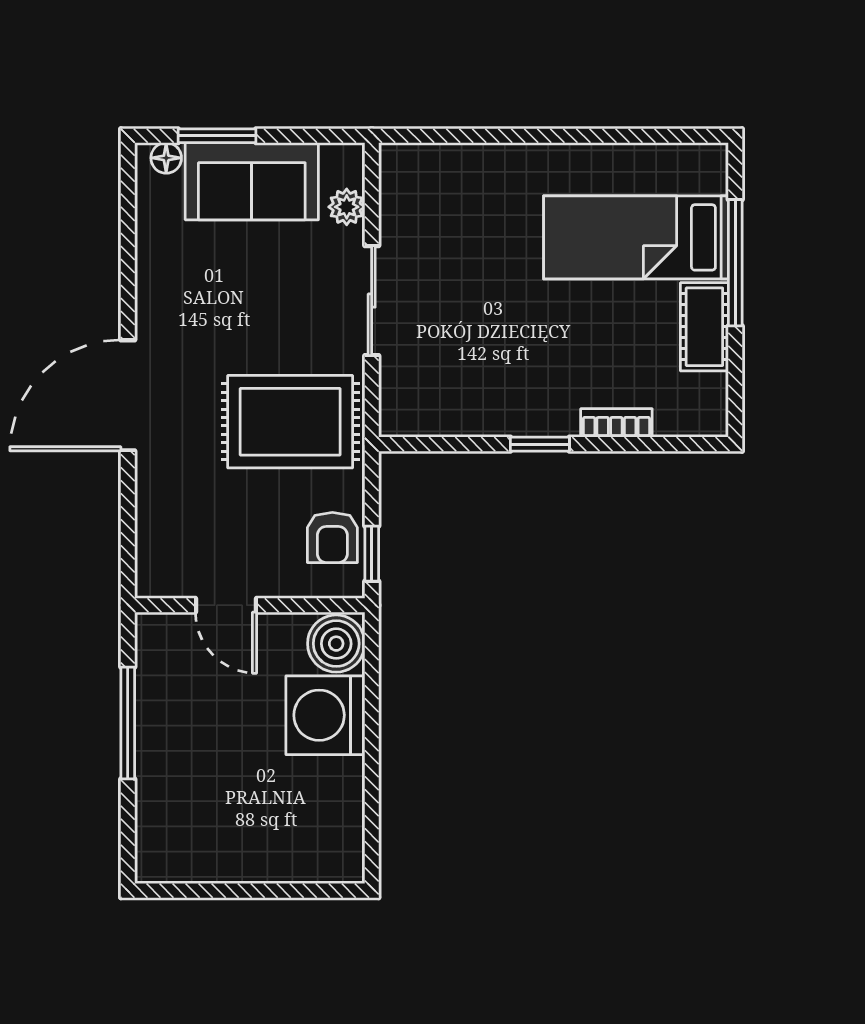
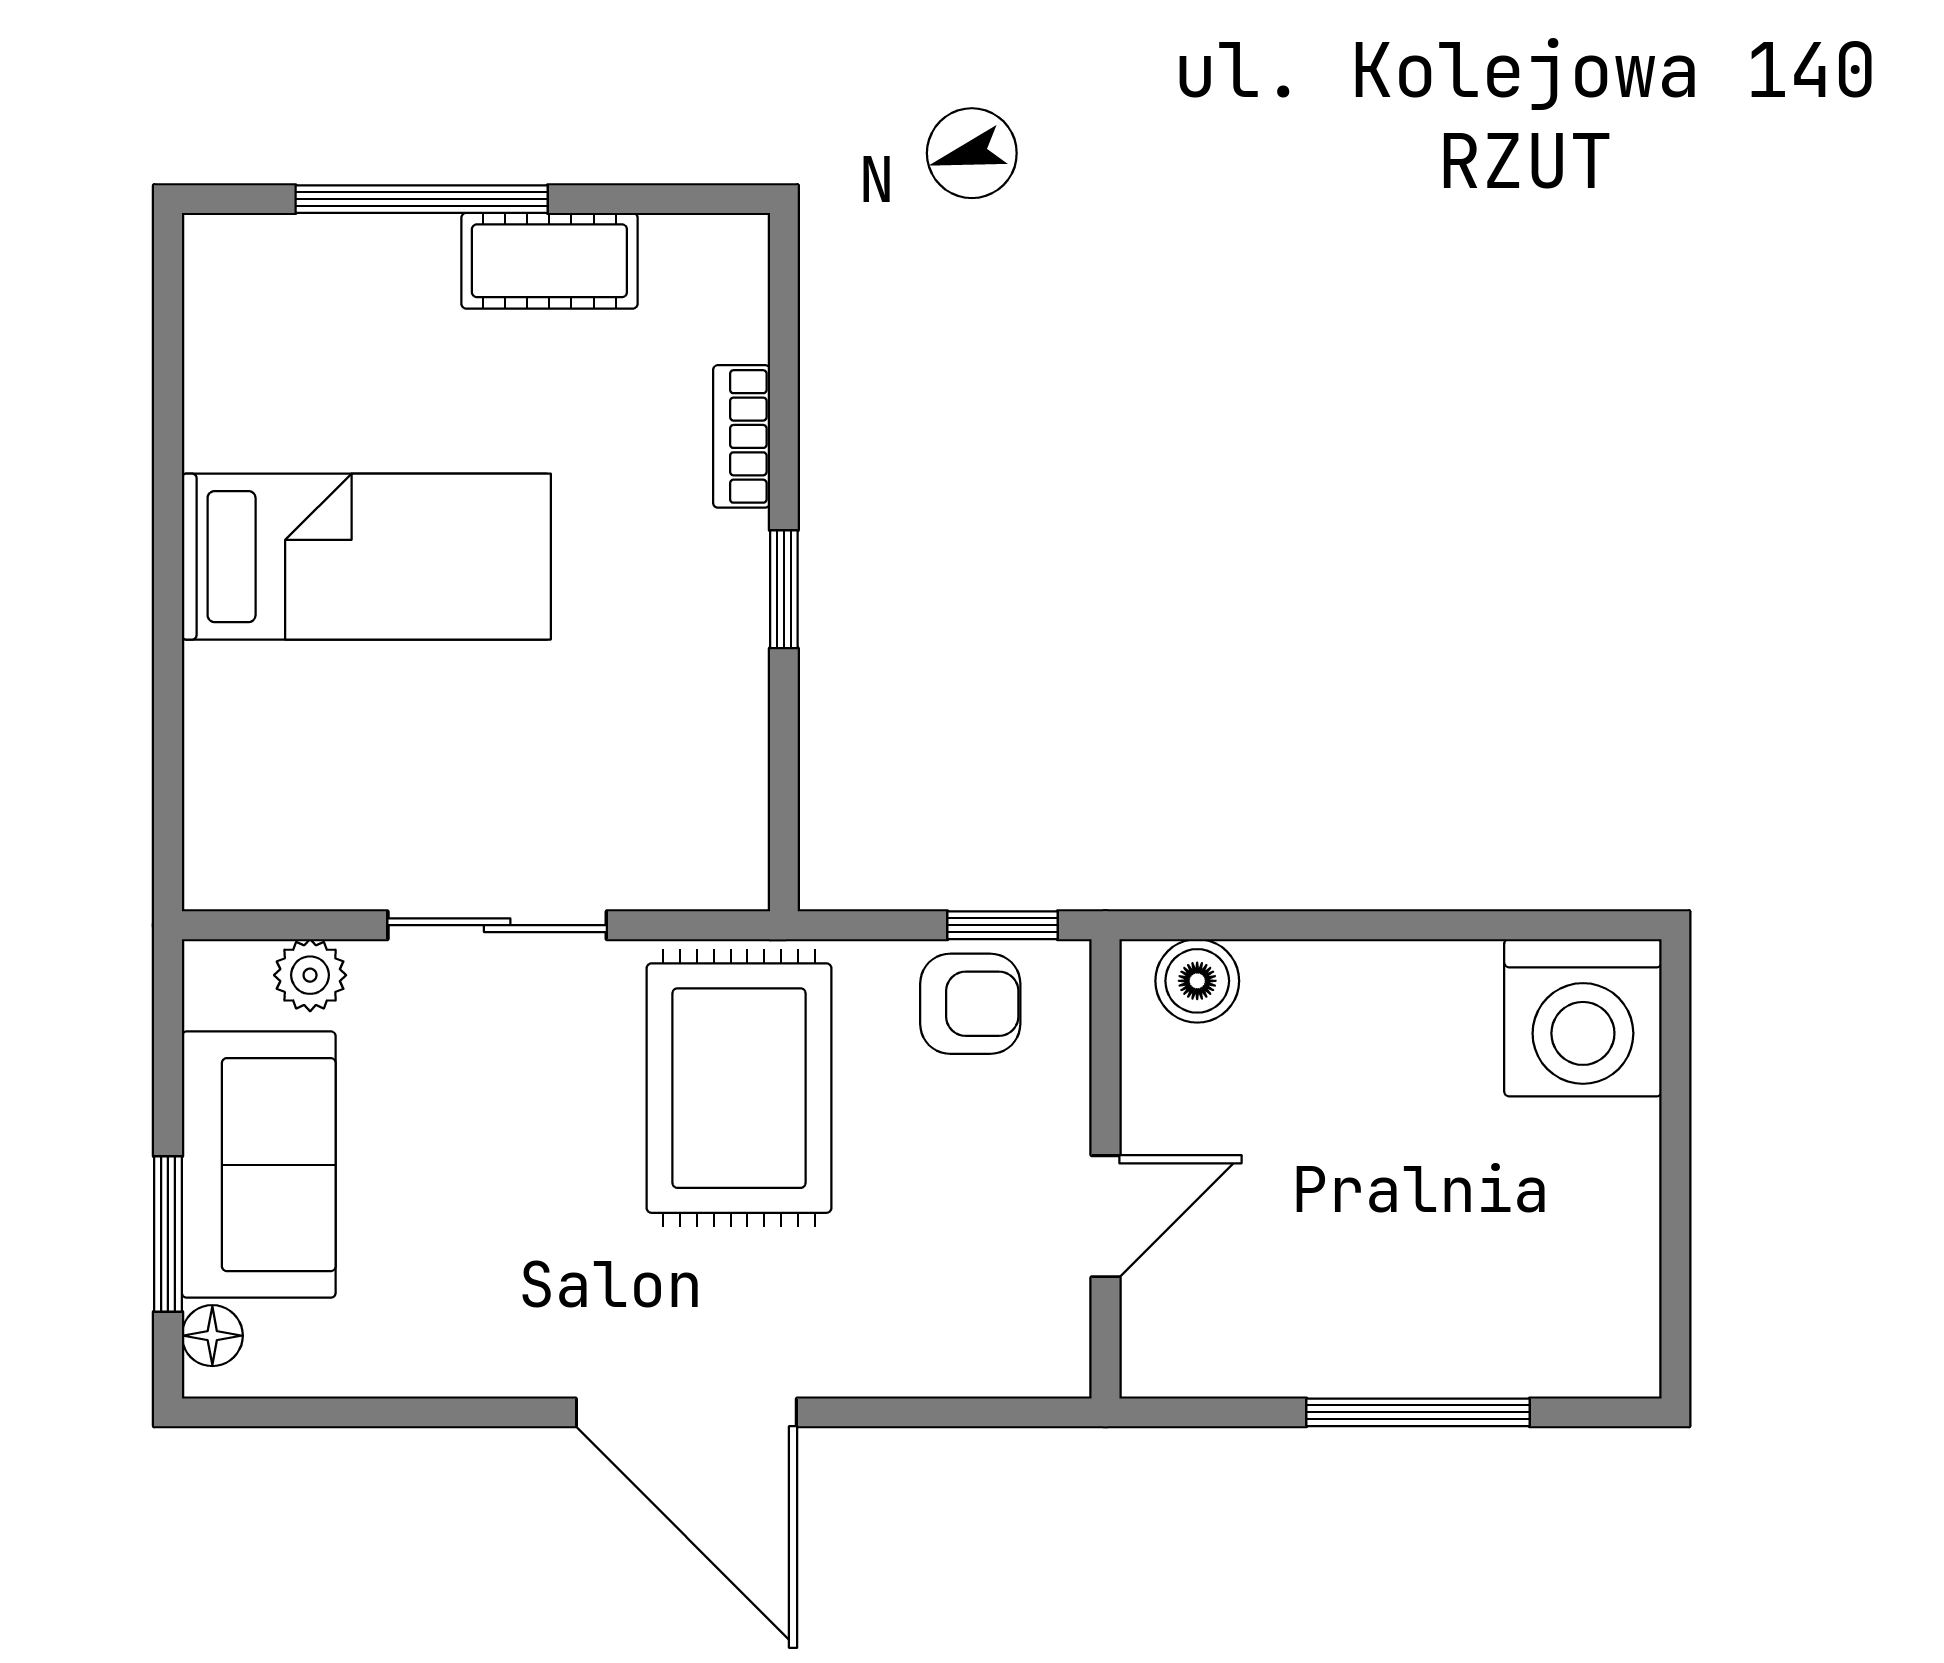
bed: (636, 237) -> (366, 557), moved, turned -90
boiler: (336, 644) -> (1197, 981), width x0.73, depth x0.73
washing machine: (325, 715) -> (1583, 1018), moved
window: (128, 723) -> (1418, 1412), moved

